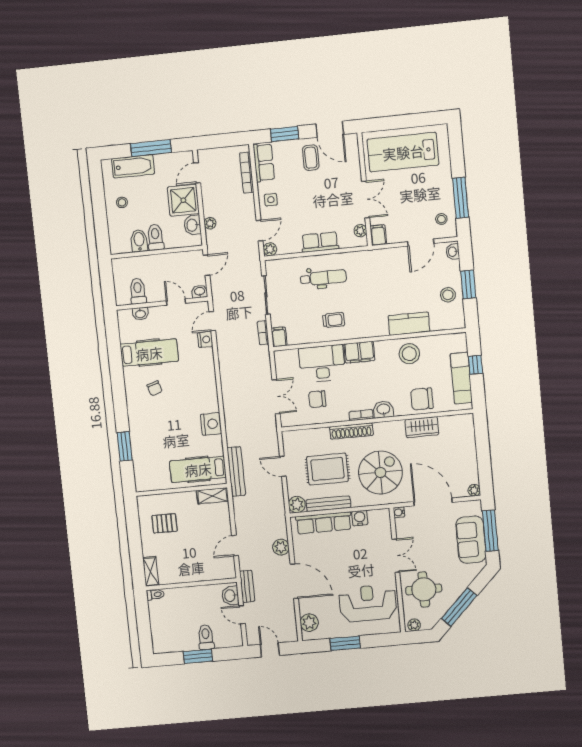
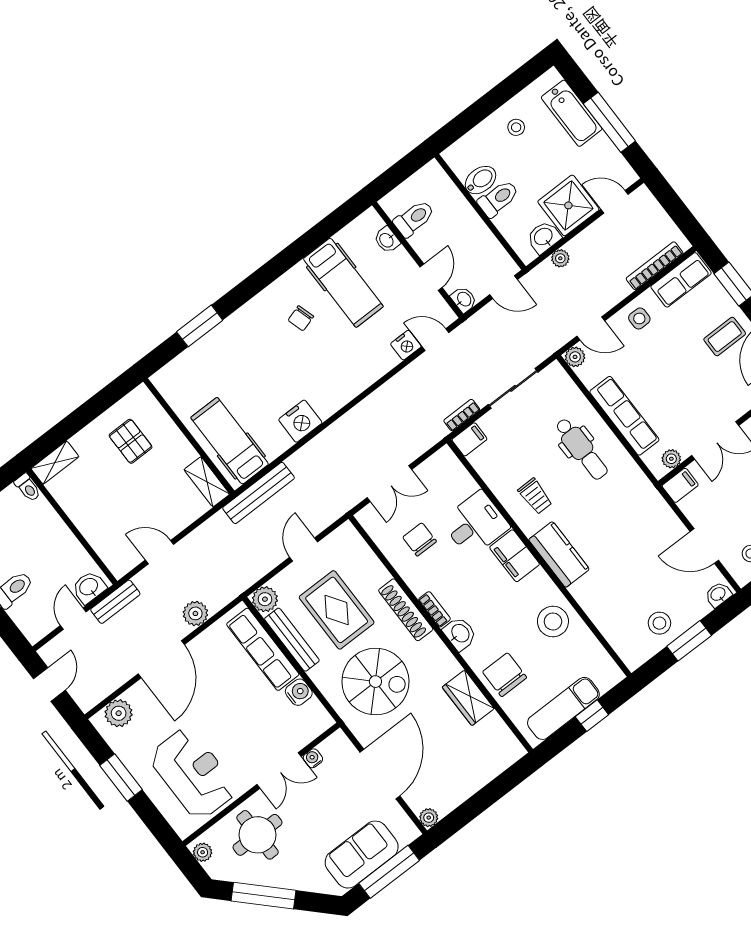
row of seats: (320, 242) -> (624, 416), width x1.48
kitchen counter: (409, 324) -> (559, 554), moved
desk: (322, 364) -> (475, 524), width x0.73
water cooler: (399, 512) -> (313, 758), moved

